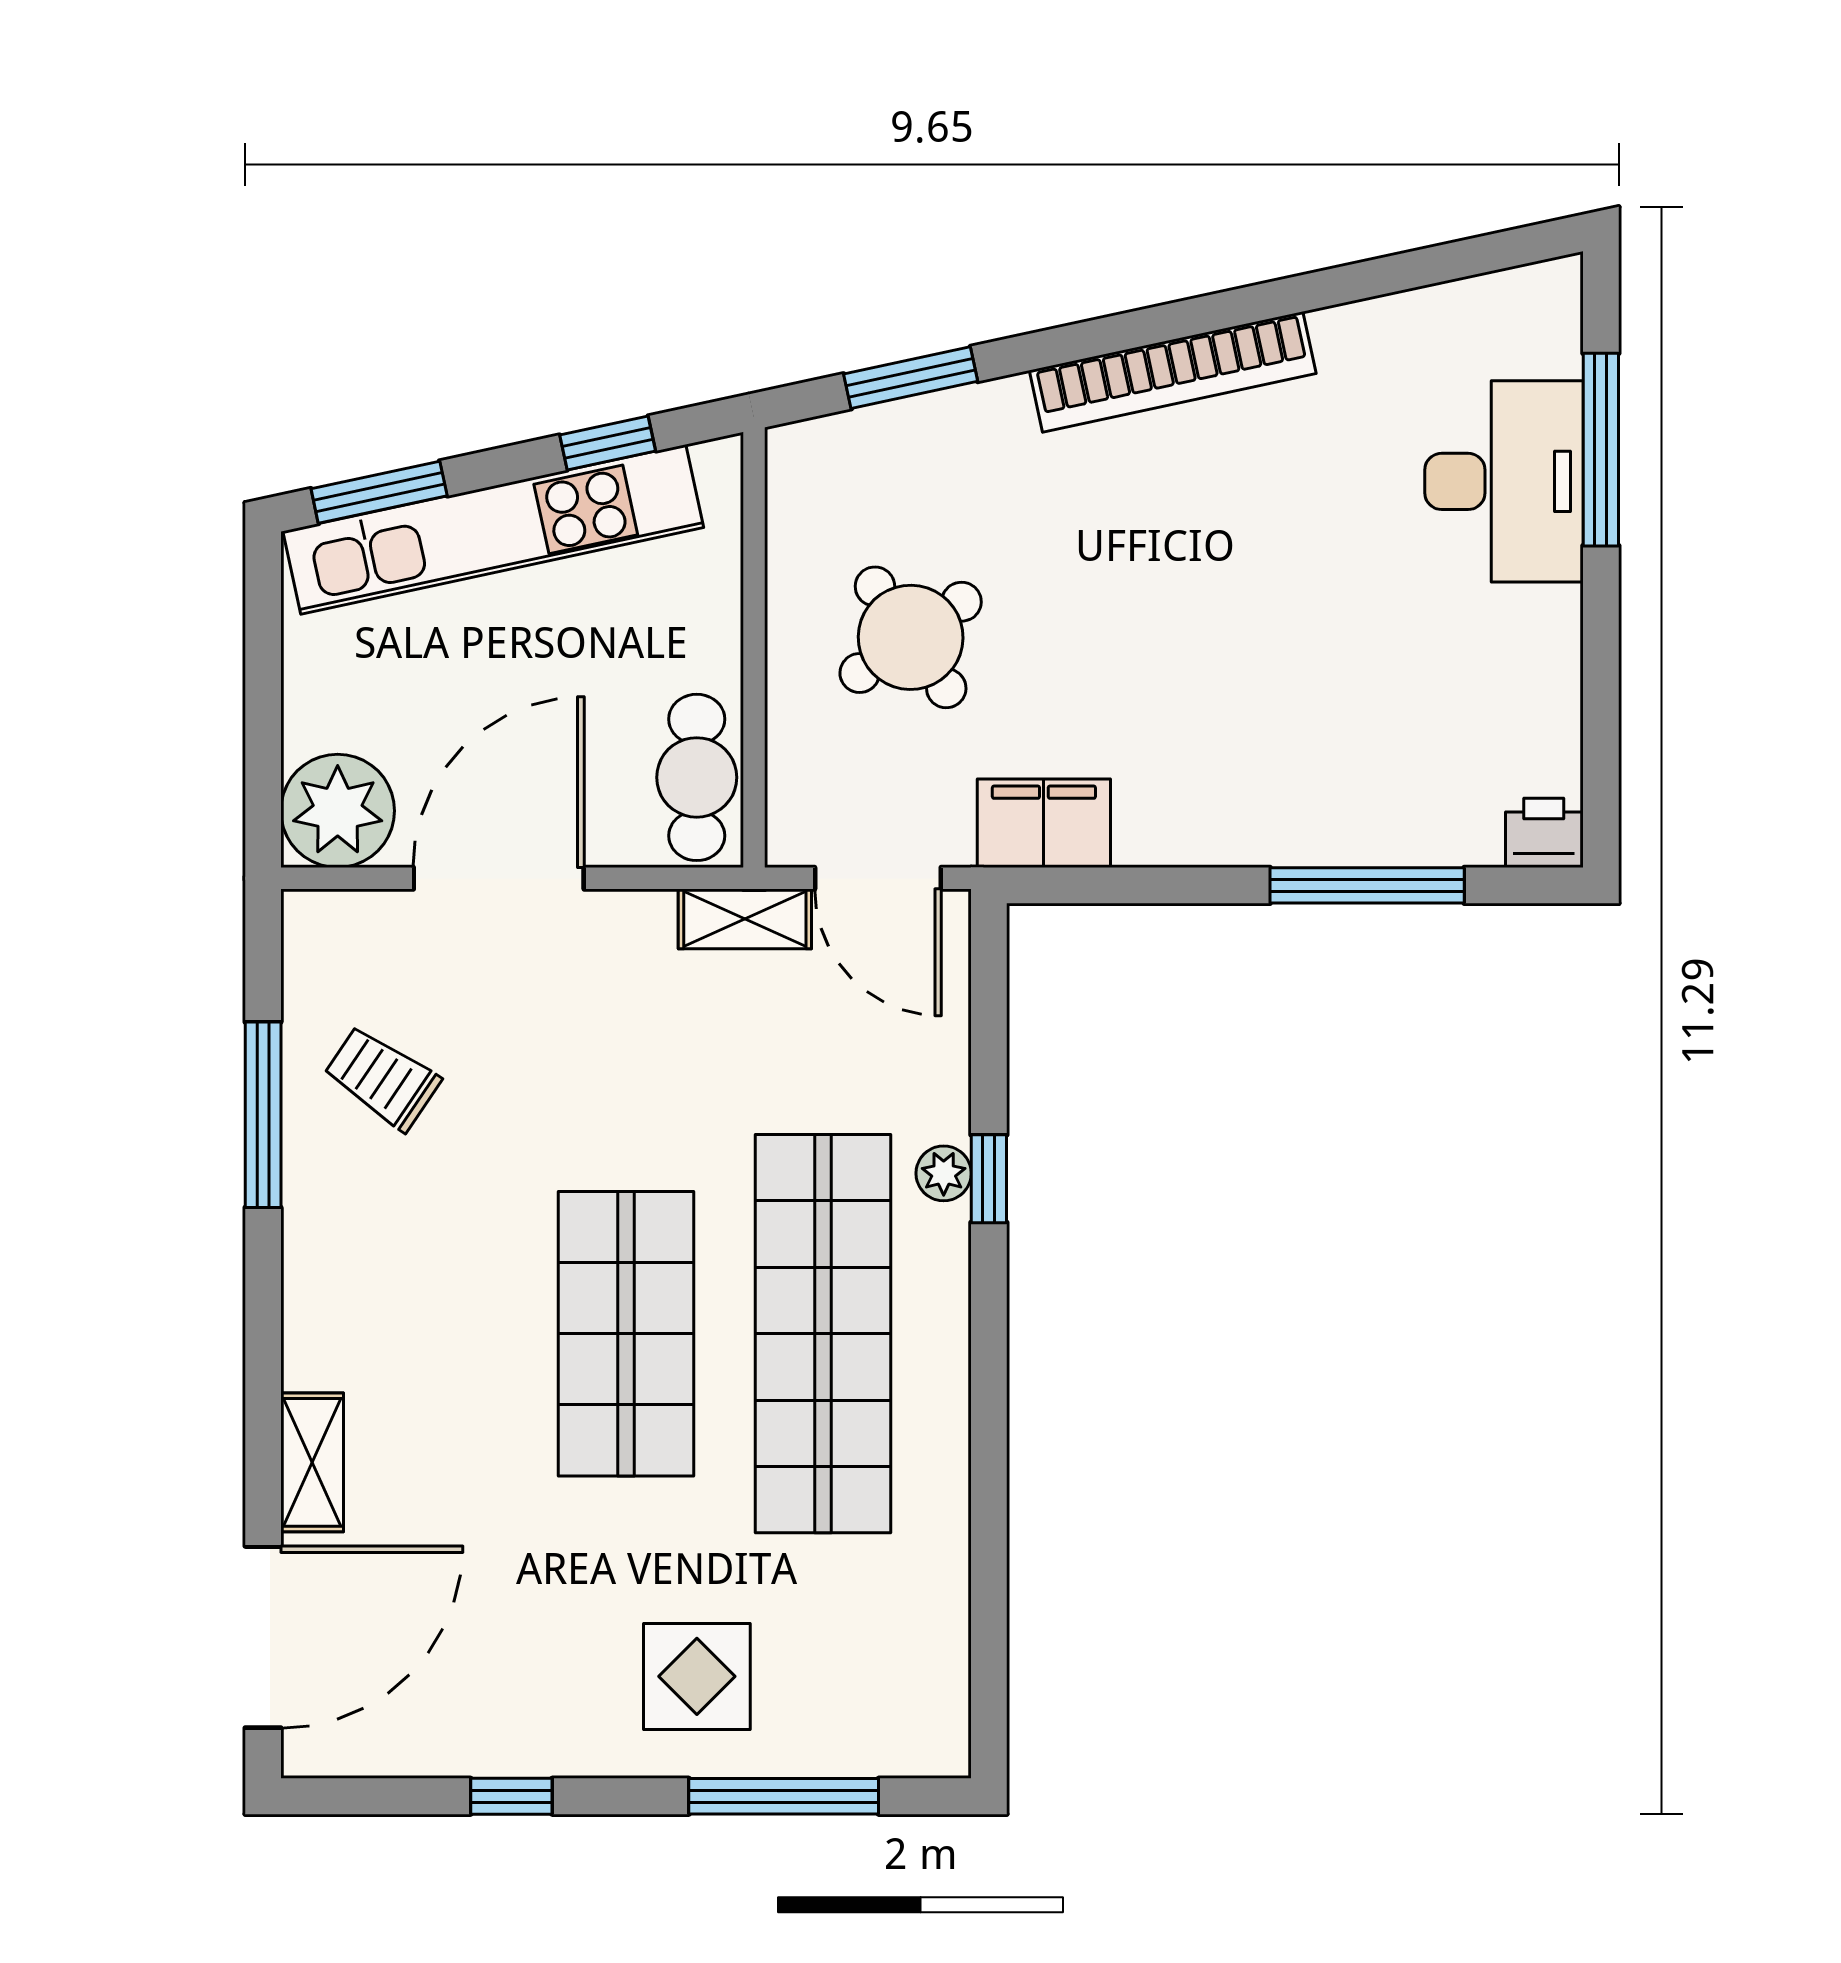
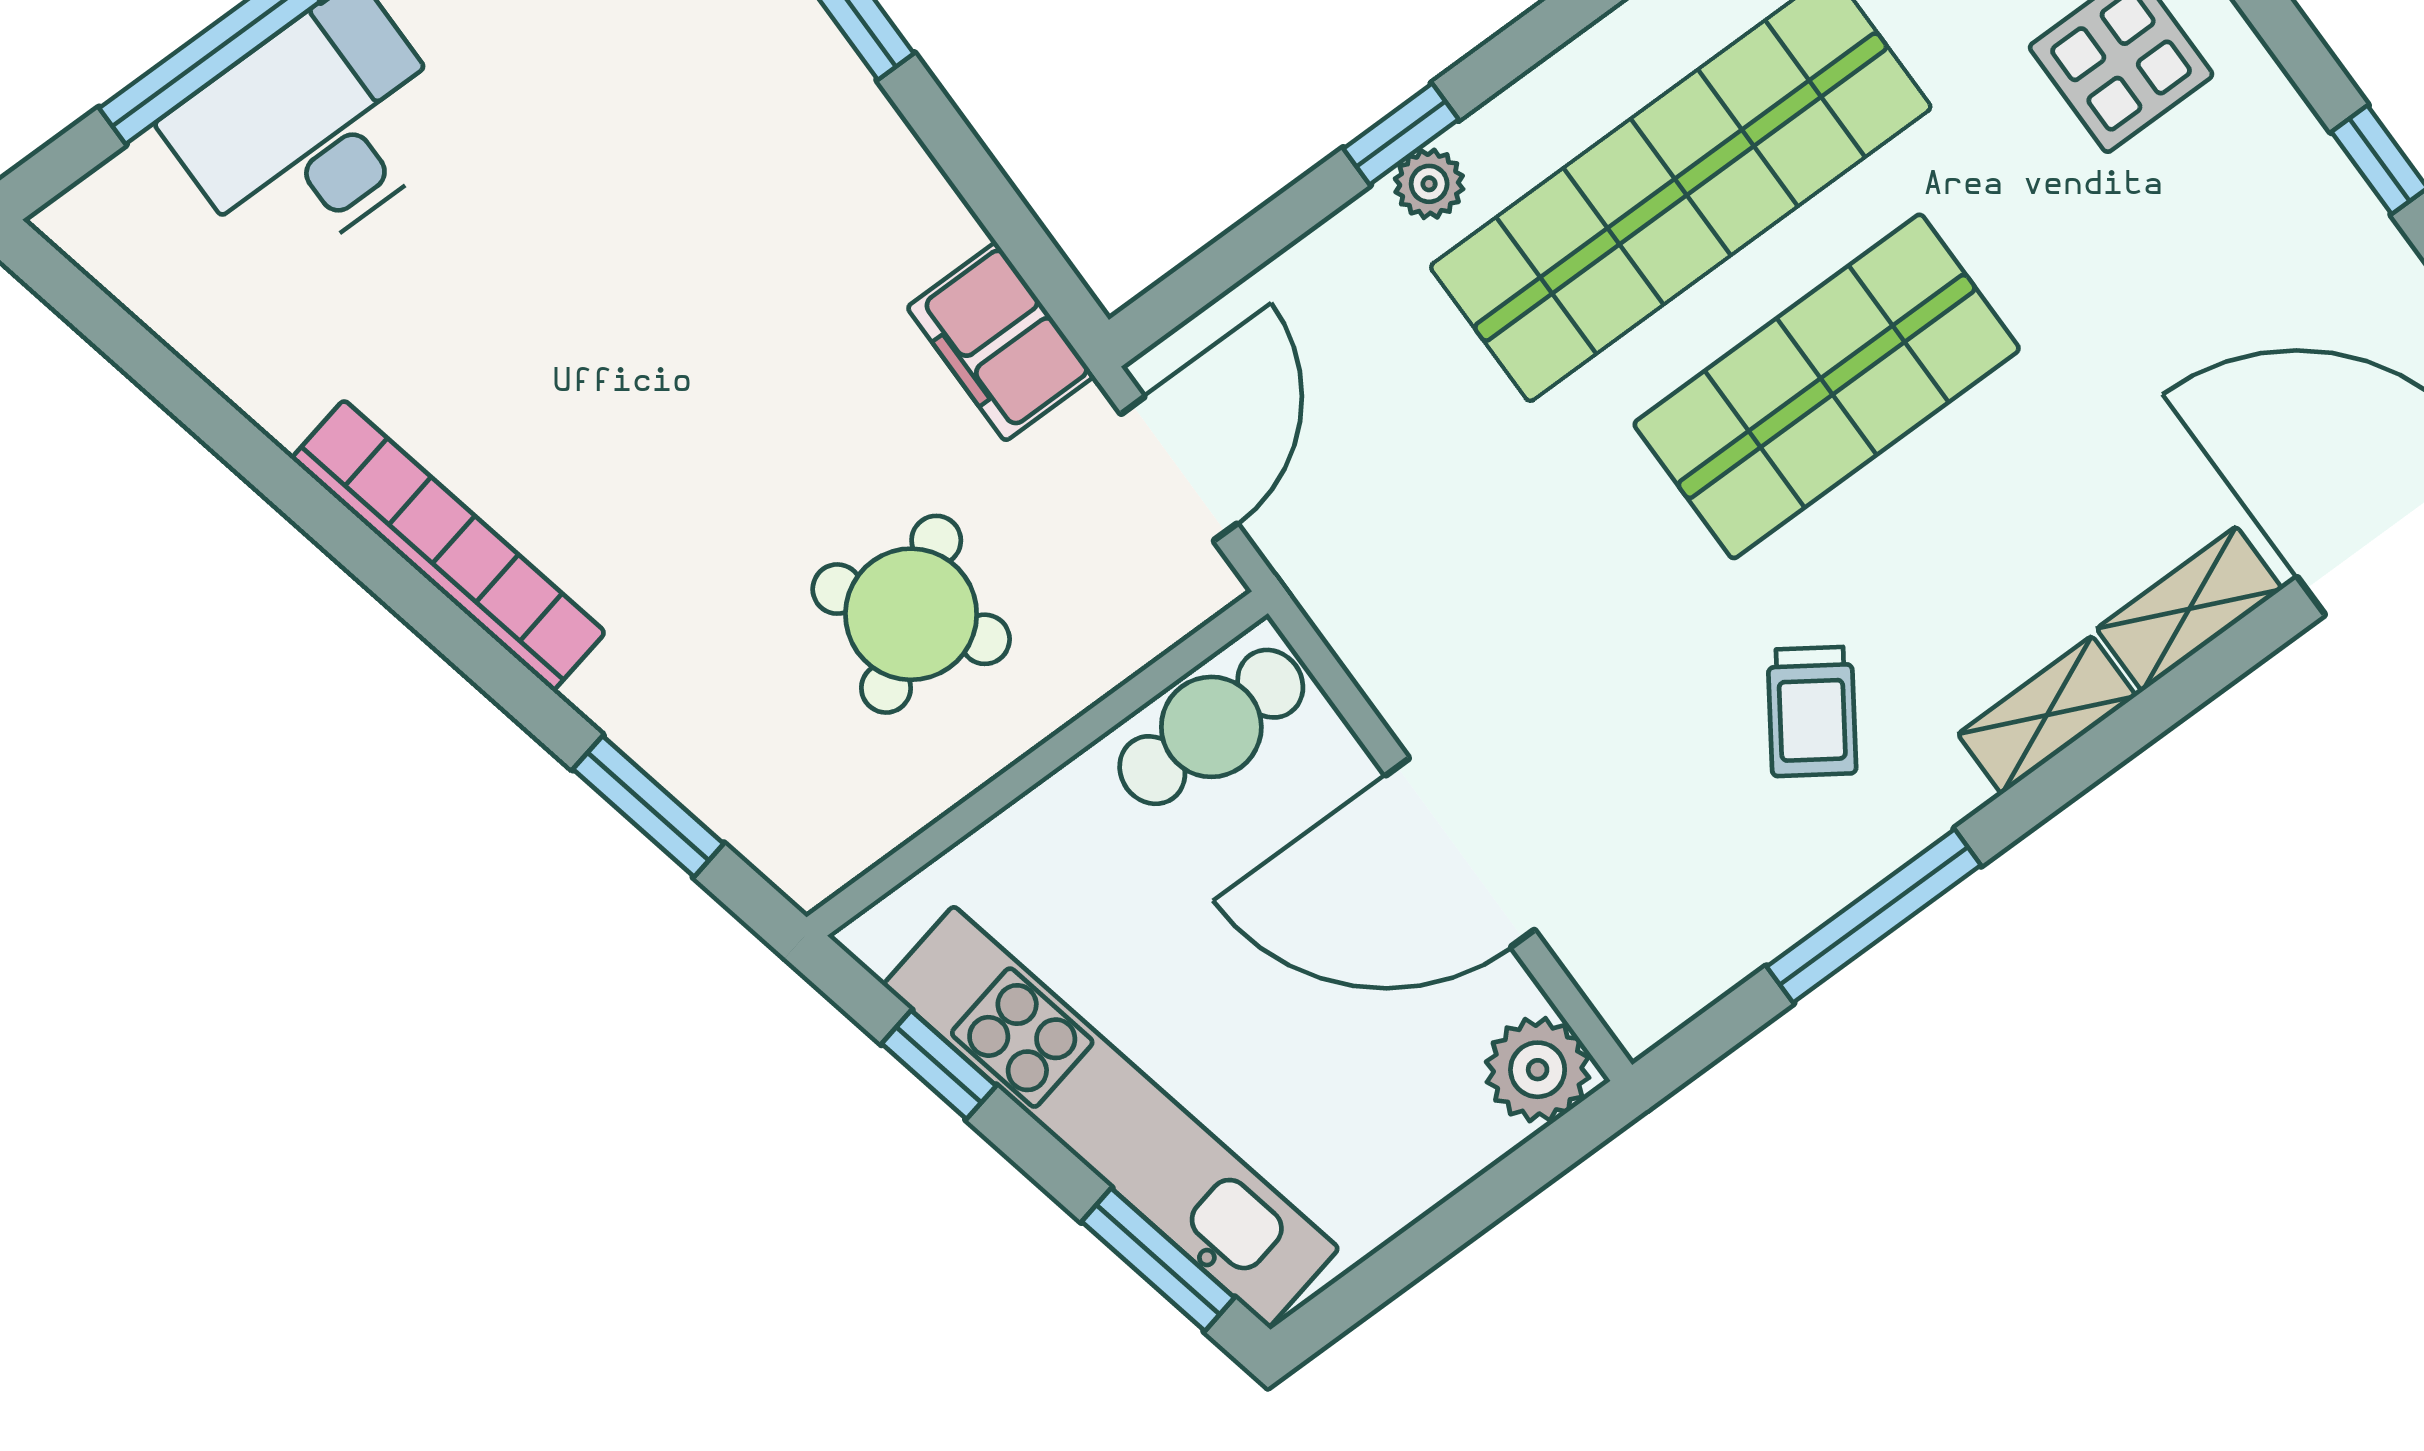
plant: (338, 811) -> (1538, 1070), width x0.73, depth x0.73
shelving: (745, 919) -> (2047, 715), moved, turned 90
trolley: (382, 1078) -> (1812, 711), moved

